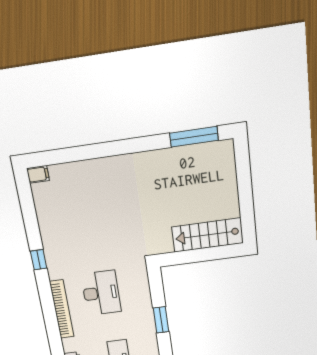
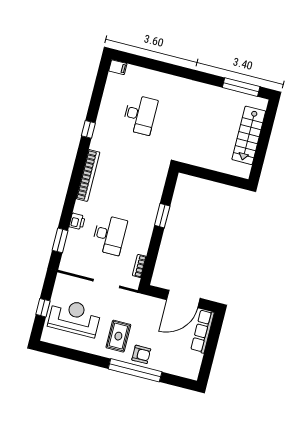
stairs: (207, 235) -> (249, 135), moved, turned -90
desk: (101, 293) -> (140, 115), moved

